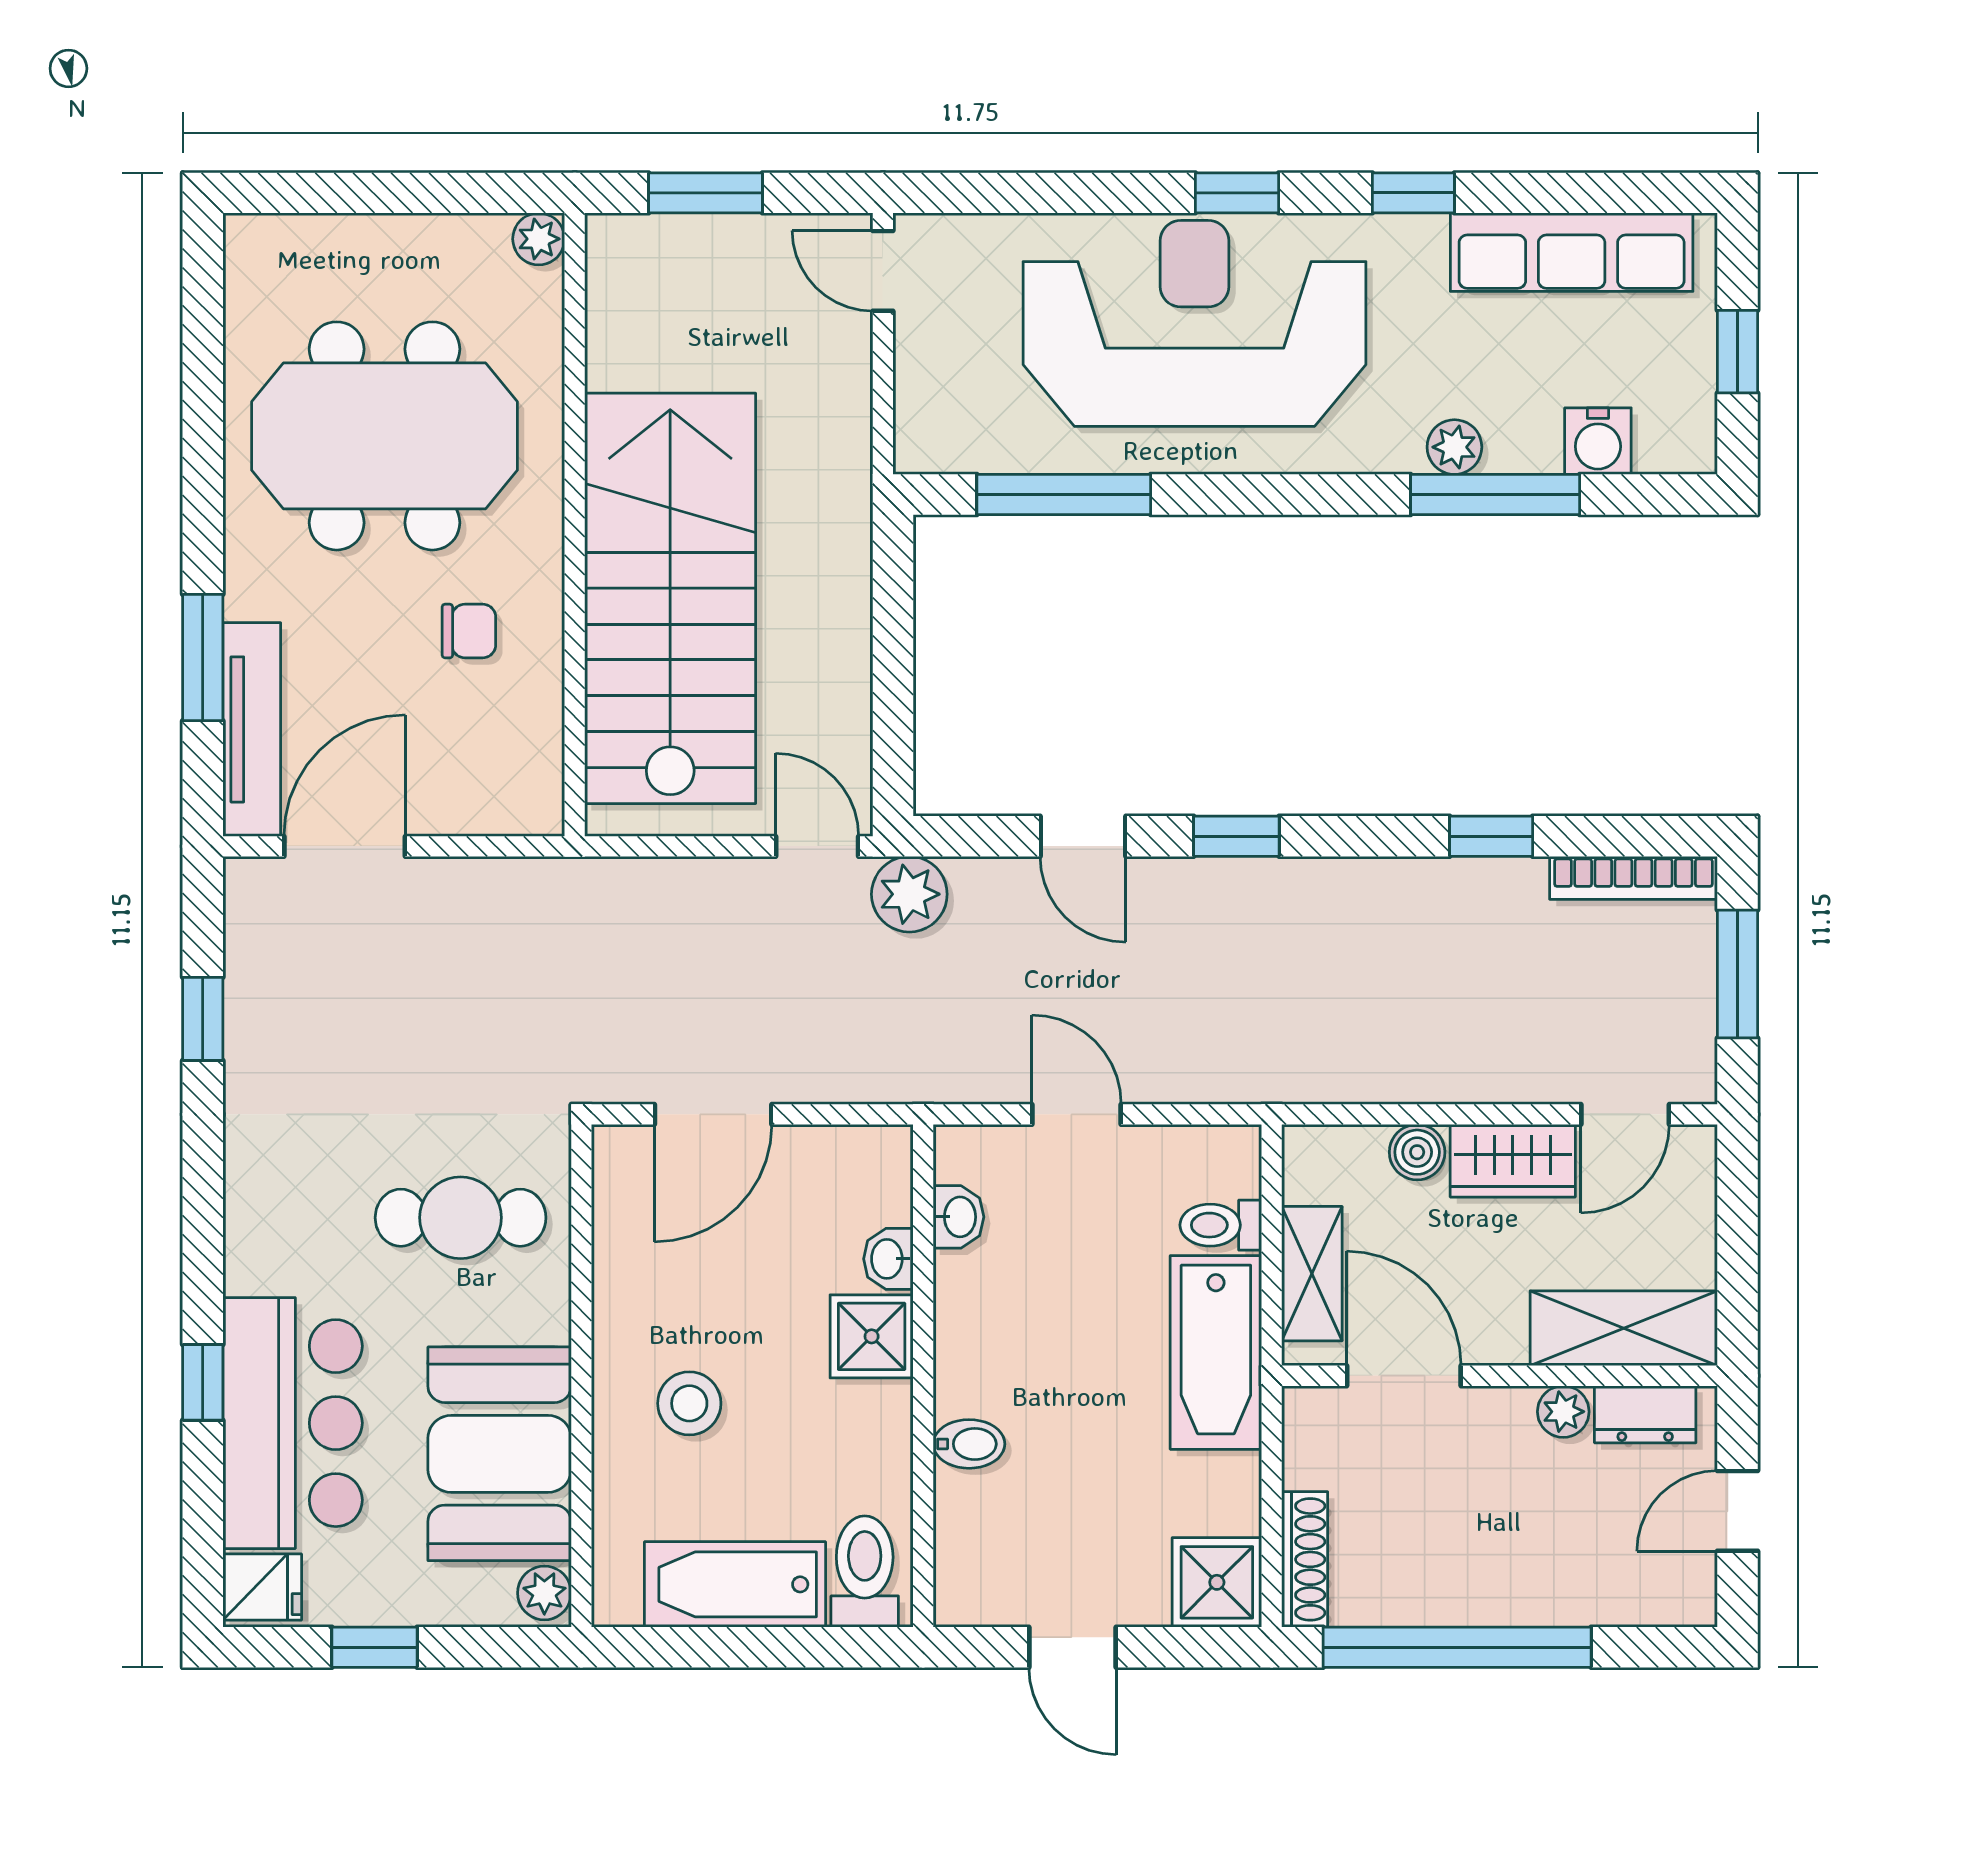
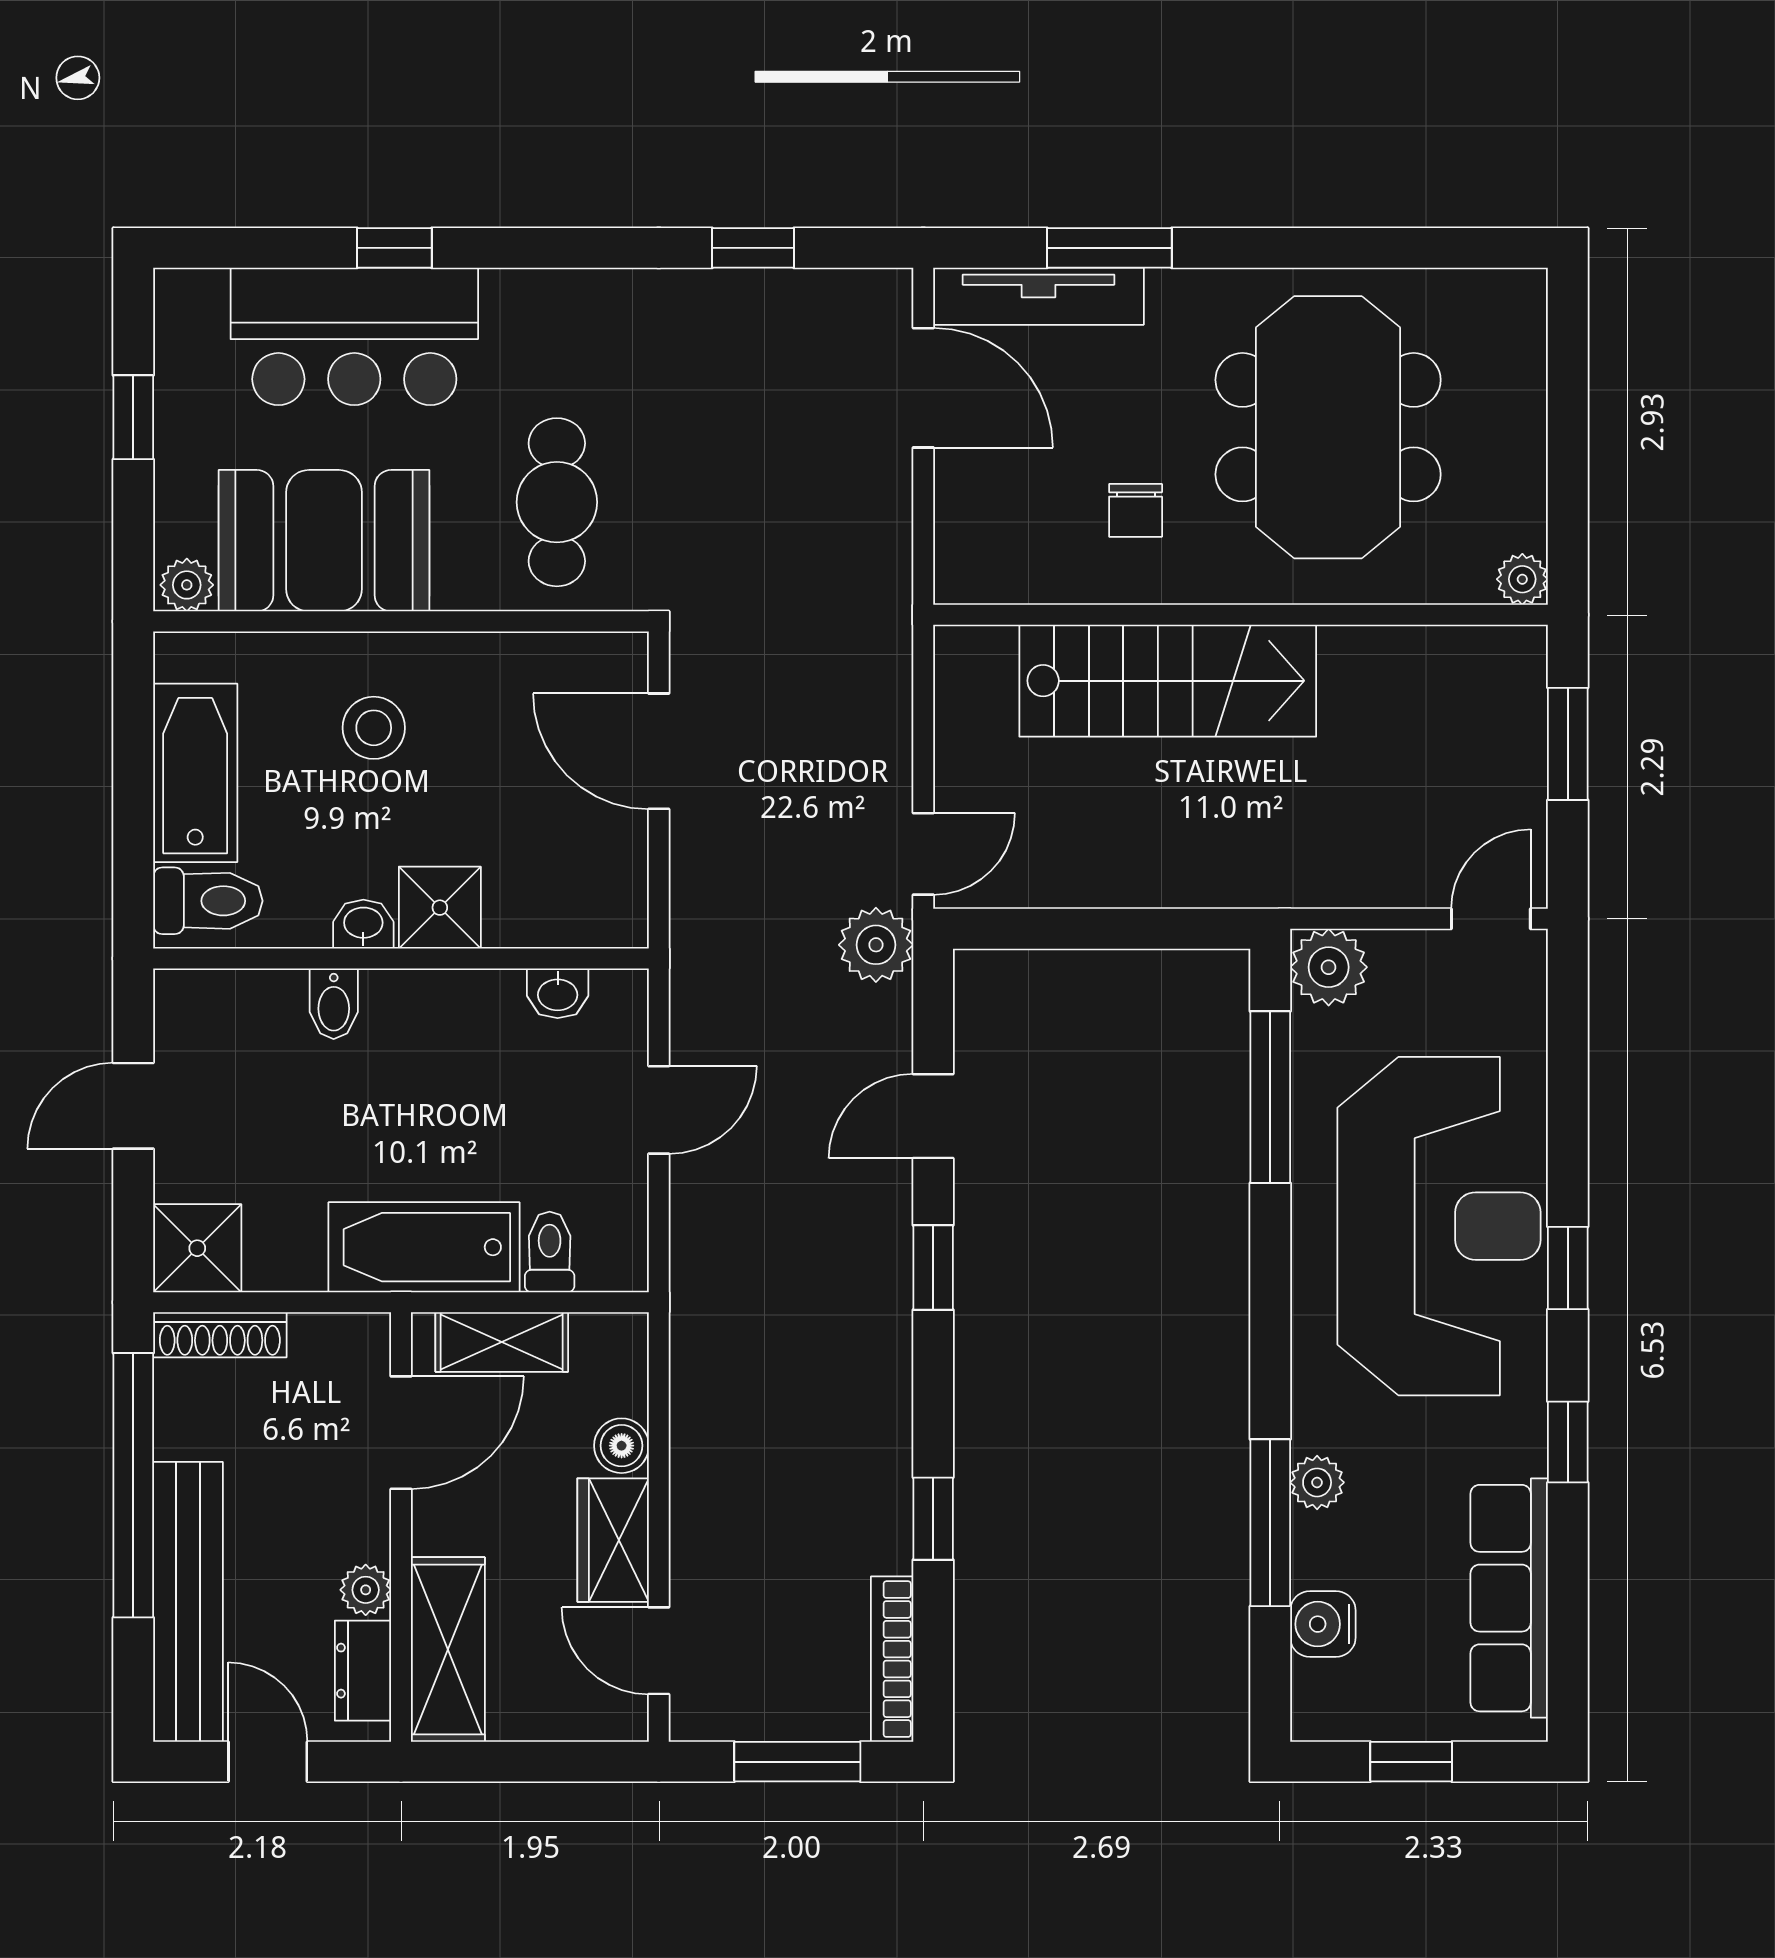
plant: (932, 435) -> (1329, 967), added
stairs: (670, 598) -> (1168, 681), width x0.73, depth x0.66
washbasin: (888, 1259) -> (363, 924), moved
fridge: (262, 1587) -> (193, 307), removed
bench: (1575, 1592) -> (188, 1602), added

